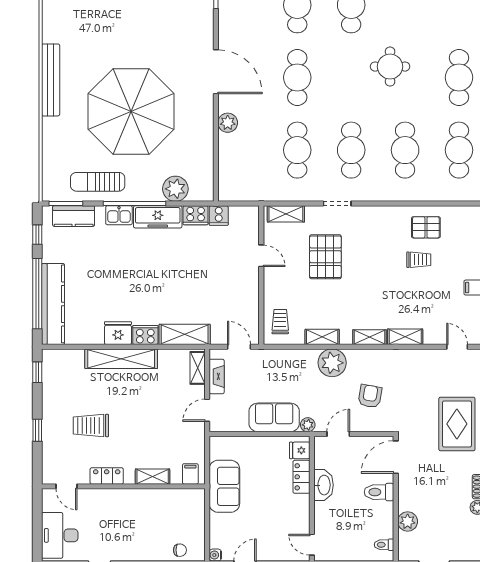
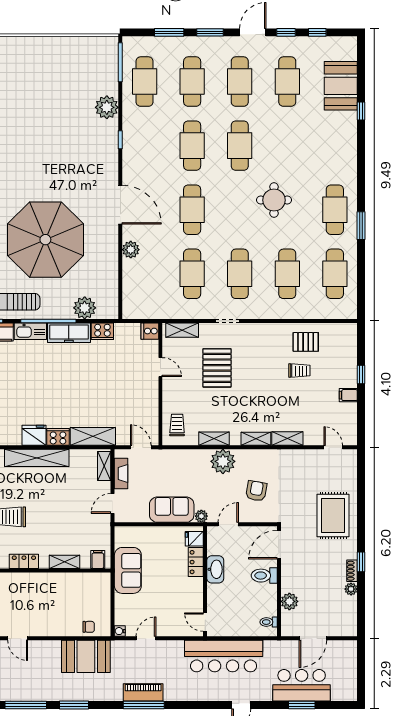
kitchen sink: (119, 215) -> (30, 331), width x1.38
cooker: (219, 216) -> (150, 331), moved, turned 90

